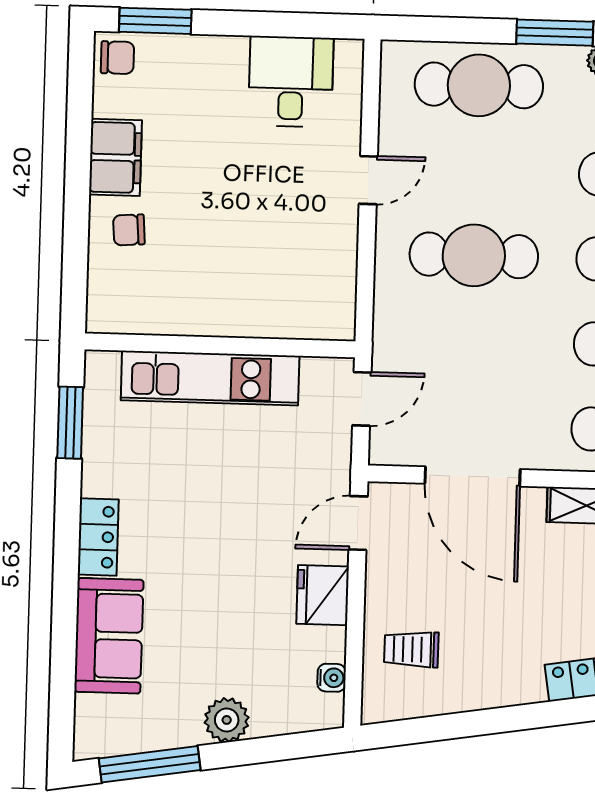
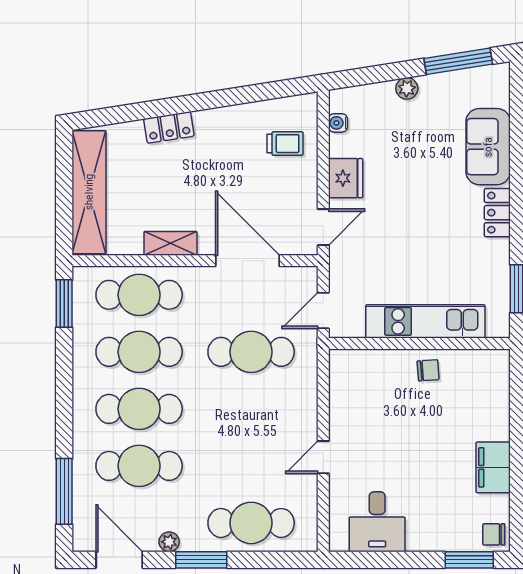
chair: (129, 230) -> (428, 370), moved
cafe table: (474, 255) -> (251, 352), moved
plant: (227, 720) -> (407, 88), width x0.73, depth x0.73

